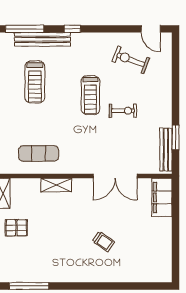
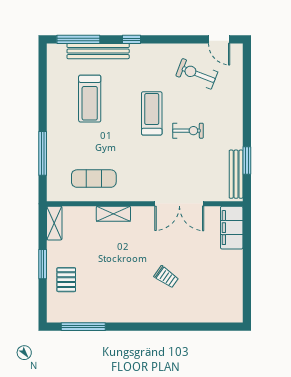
treadmill: (90, 95) -> (152, 113), turned 180
pallet: (16, 228) -> (66, 280), moved, turned 90

